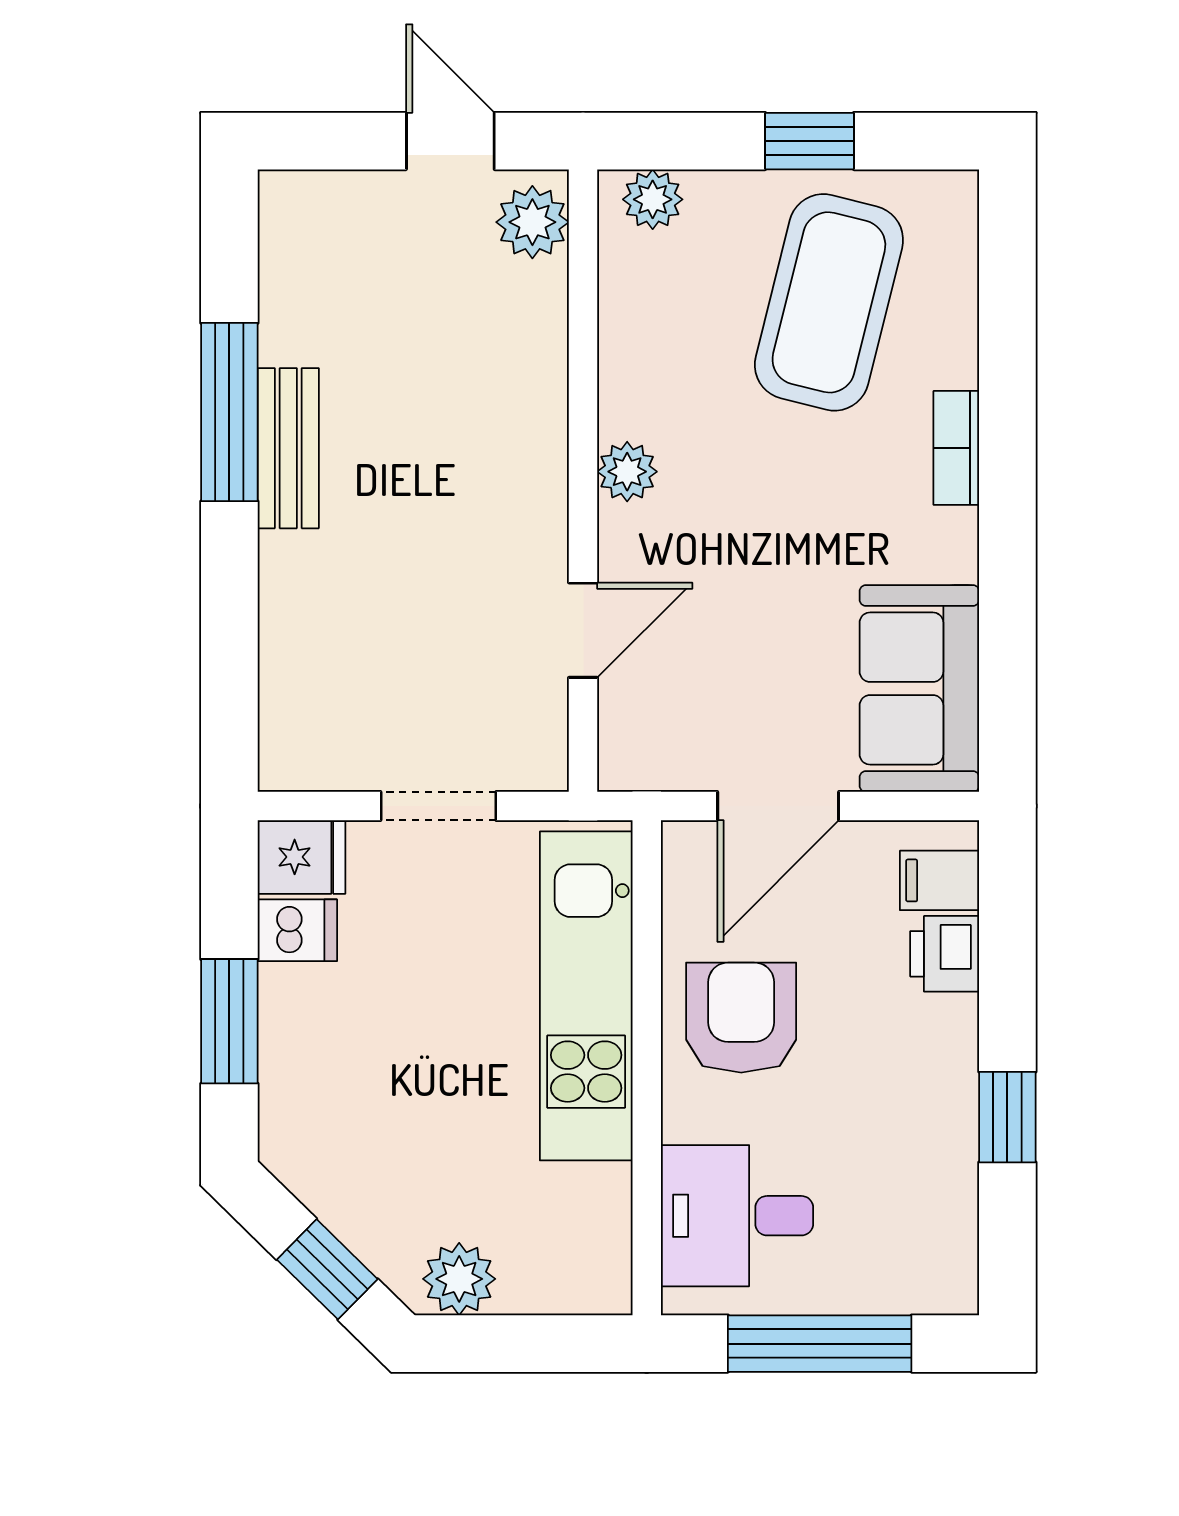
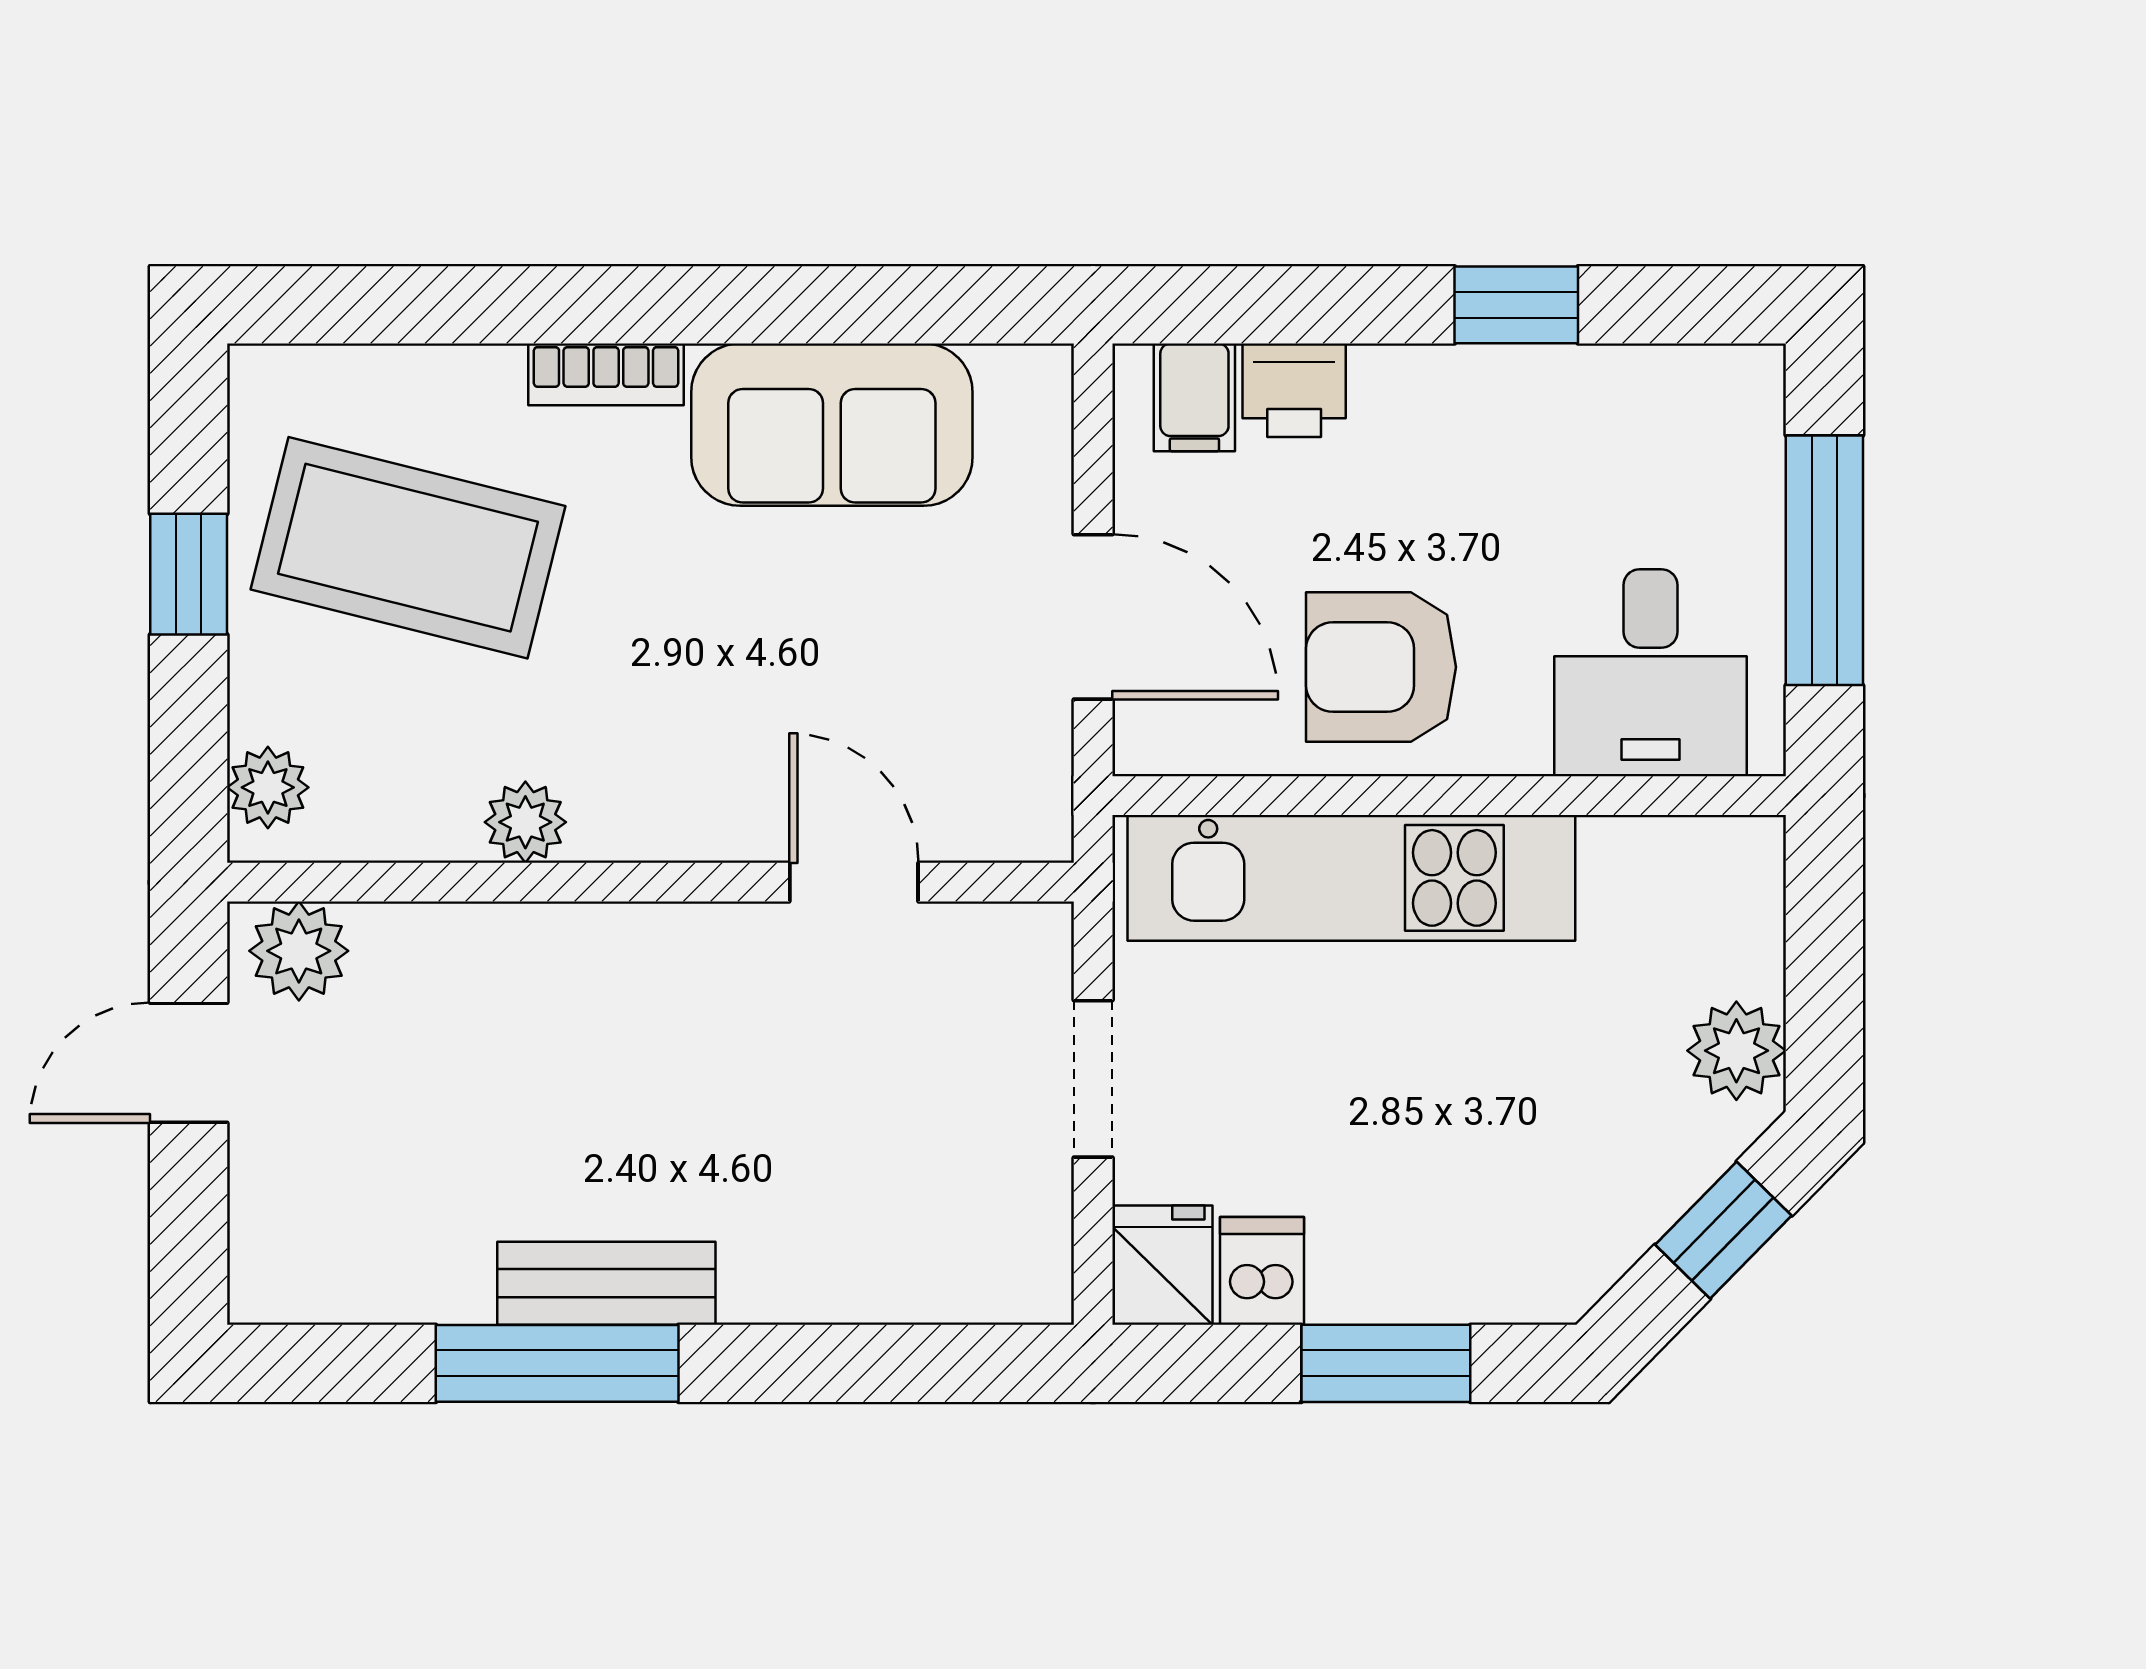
plant: (627, 472) -> (525, 822), moved
sofa: (919, 689) -> (832, 425), moved

